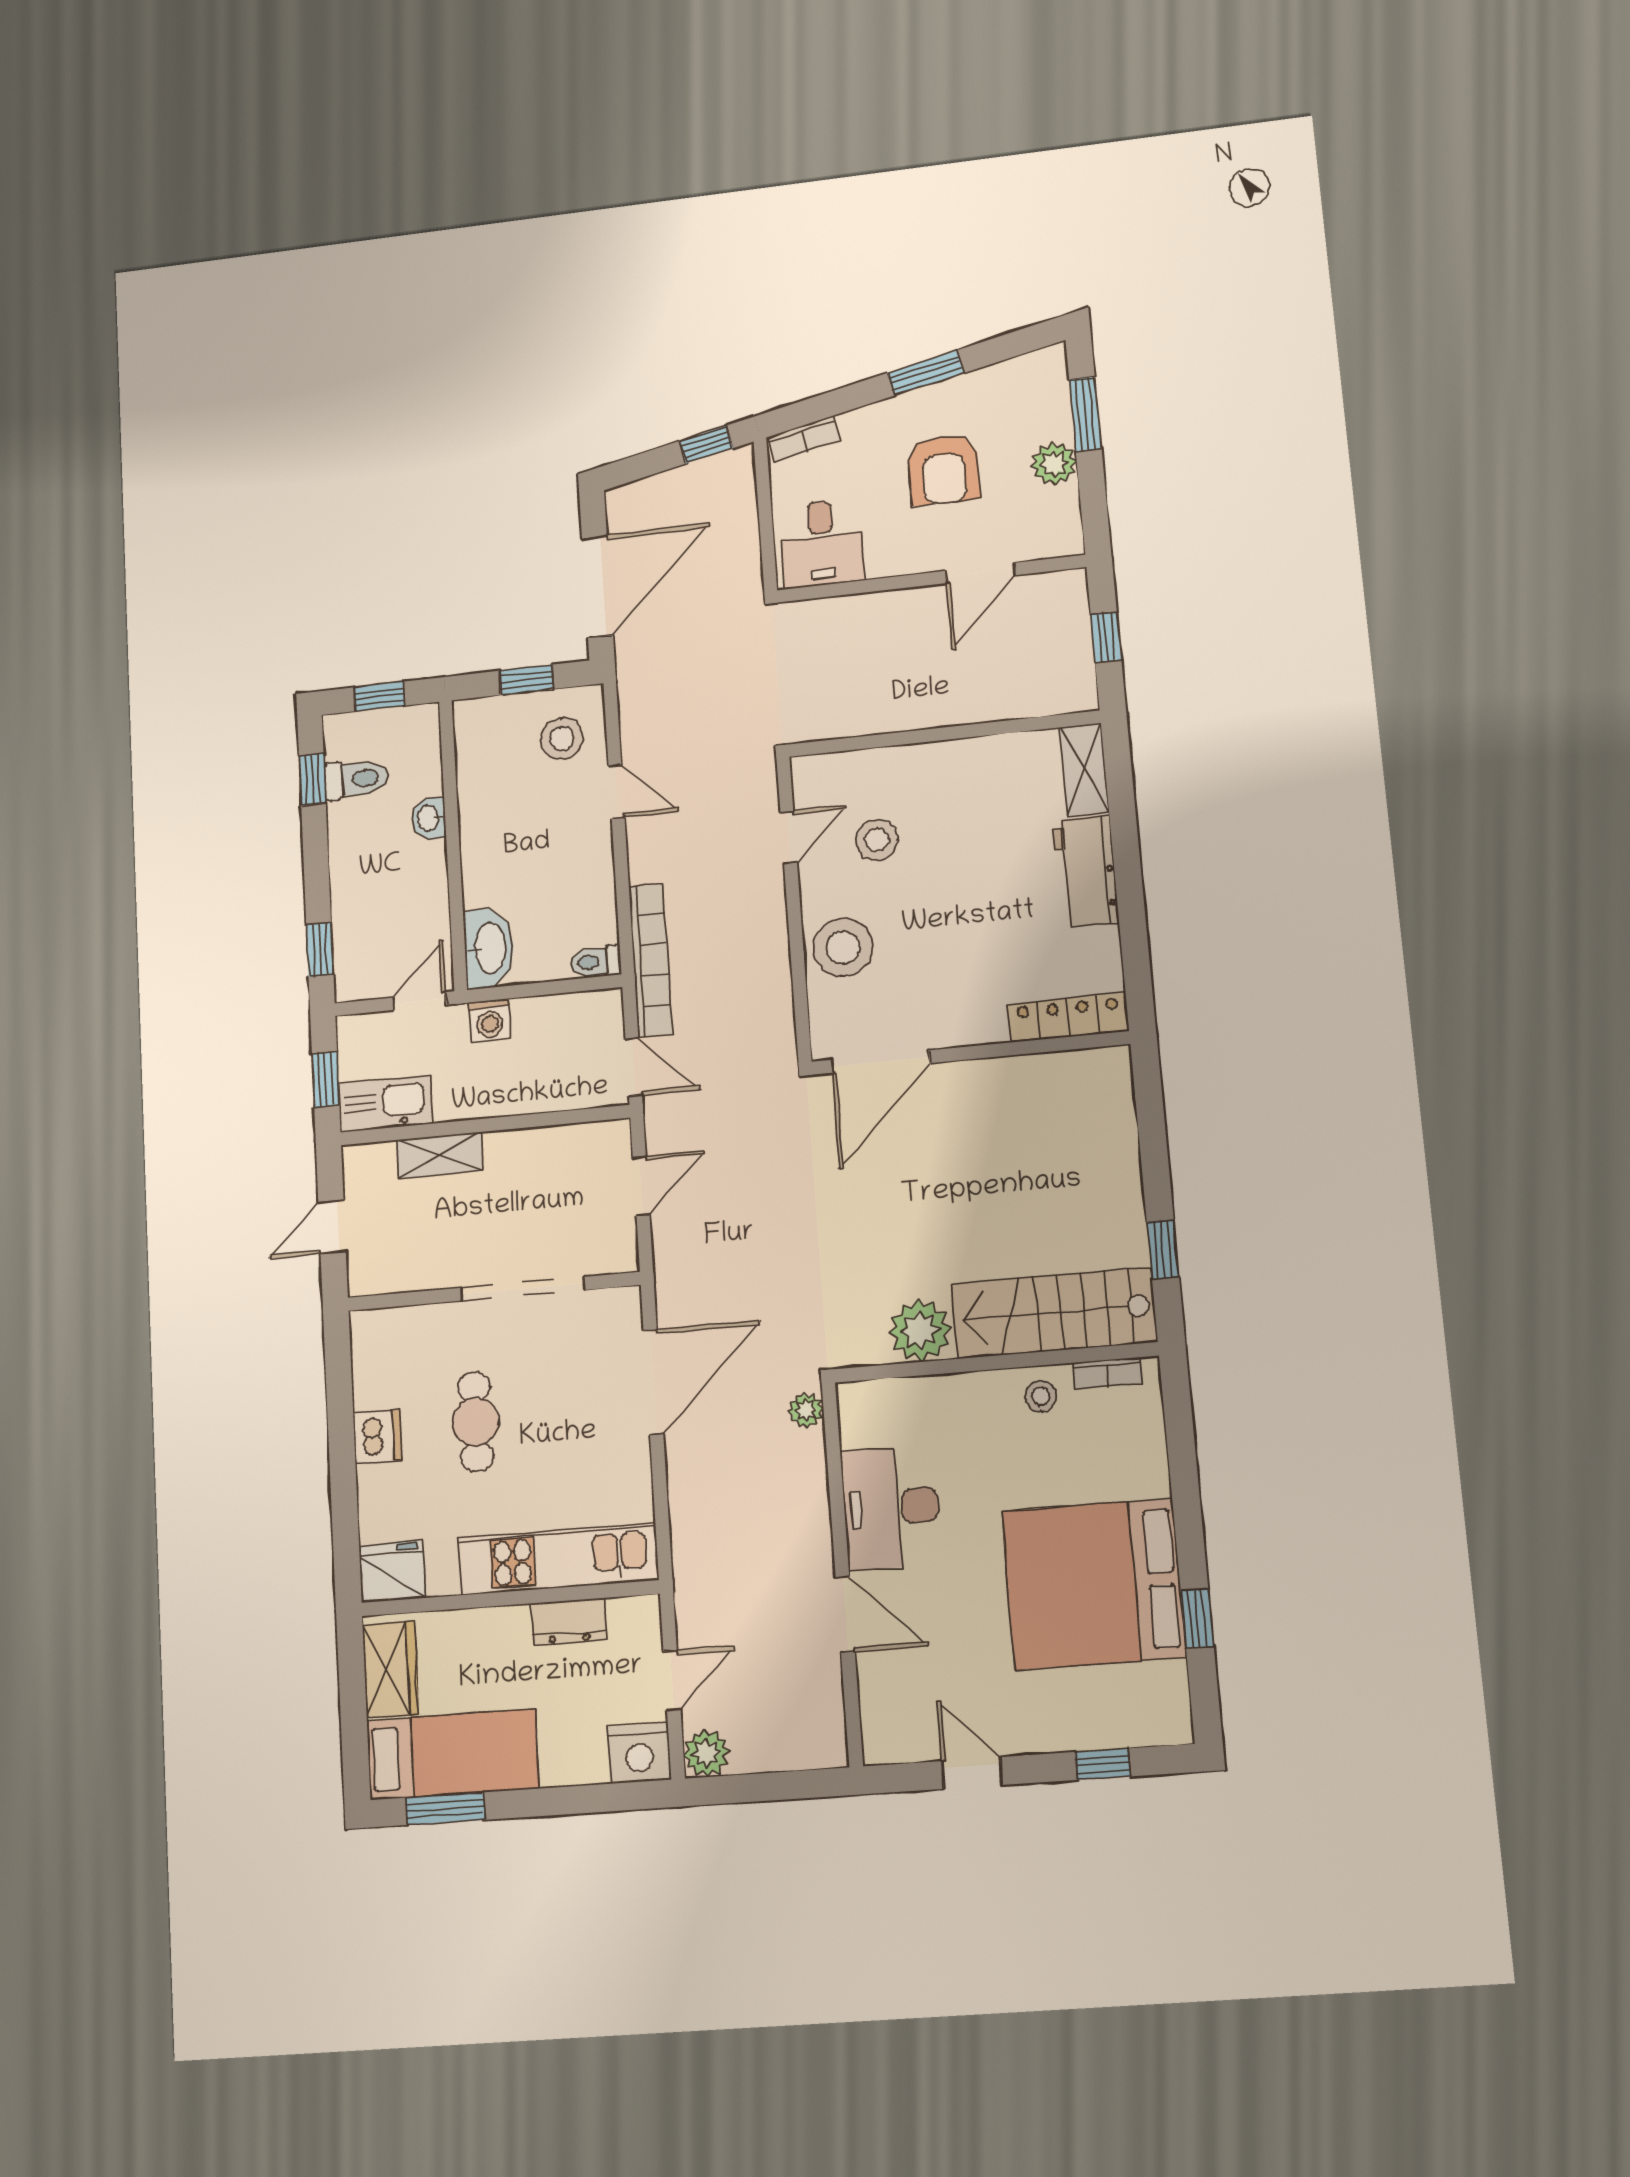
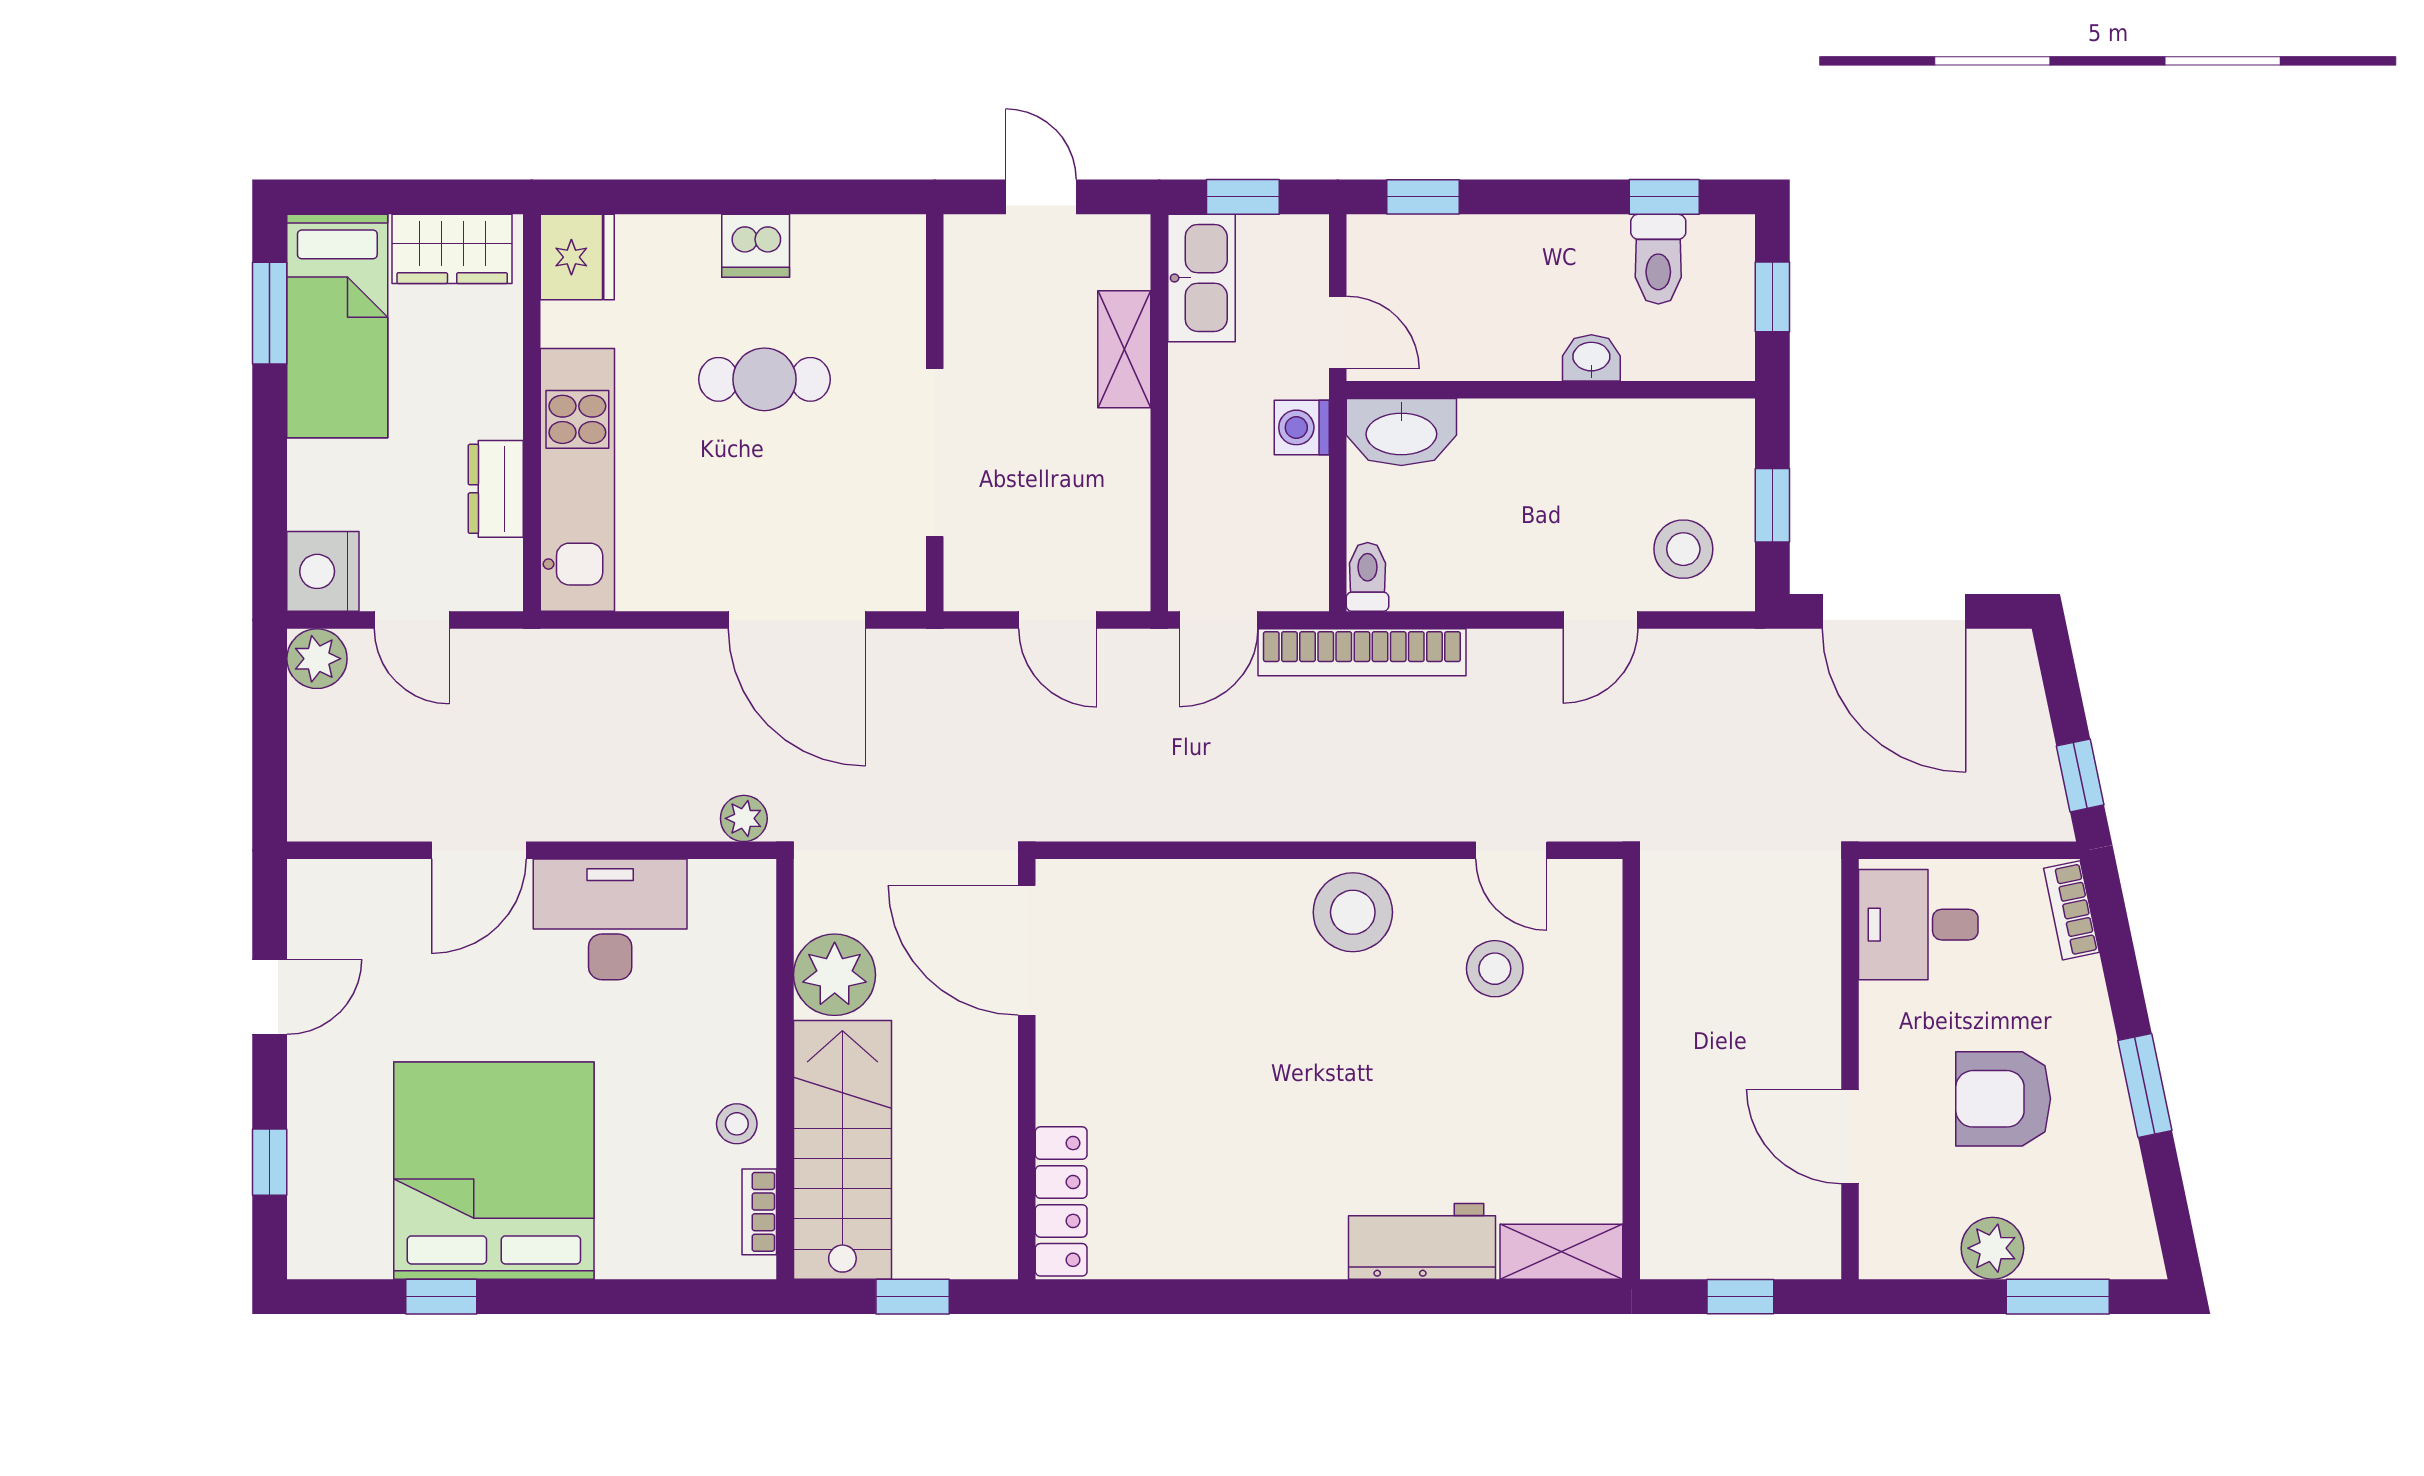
locker: (1068, 1018) -> (1061, 1201), moved
wall: (970, 1053) -> (1027, 1069), moved
door: (880, 1062) -> (1027, 950), moved

